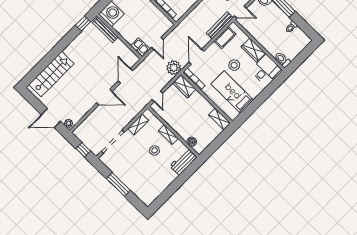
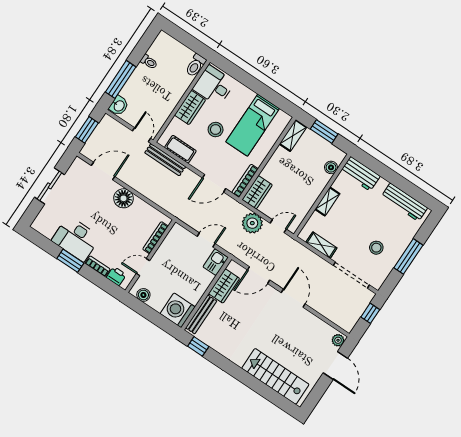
wardrobe: (122, 50) -> (224, 286), added
plant: (174, 68) -> (252, 223), moved
window: (218, 142) -> (324, 131), added
stool: (154, 150) -> (376, 248), moved
workbench: (157, 189) -> (404, 202), added

